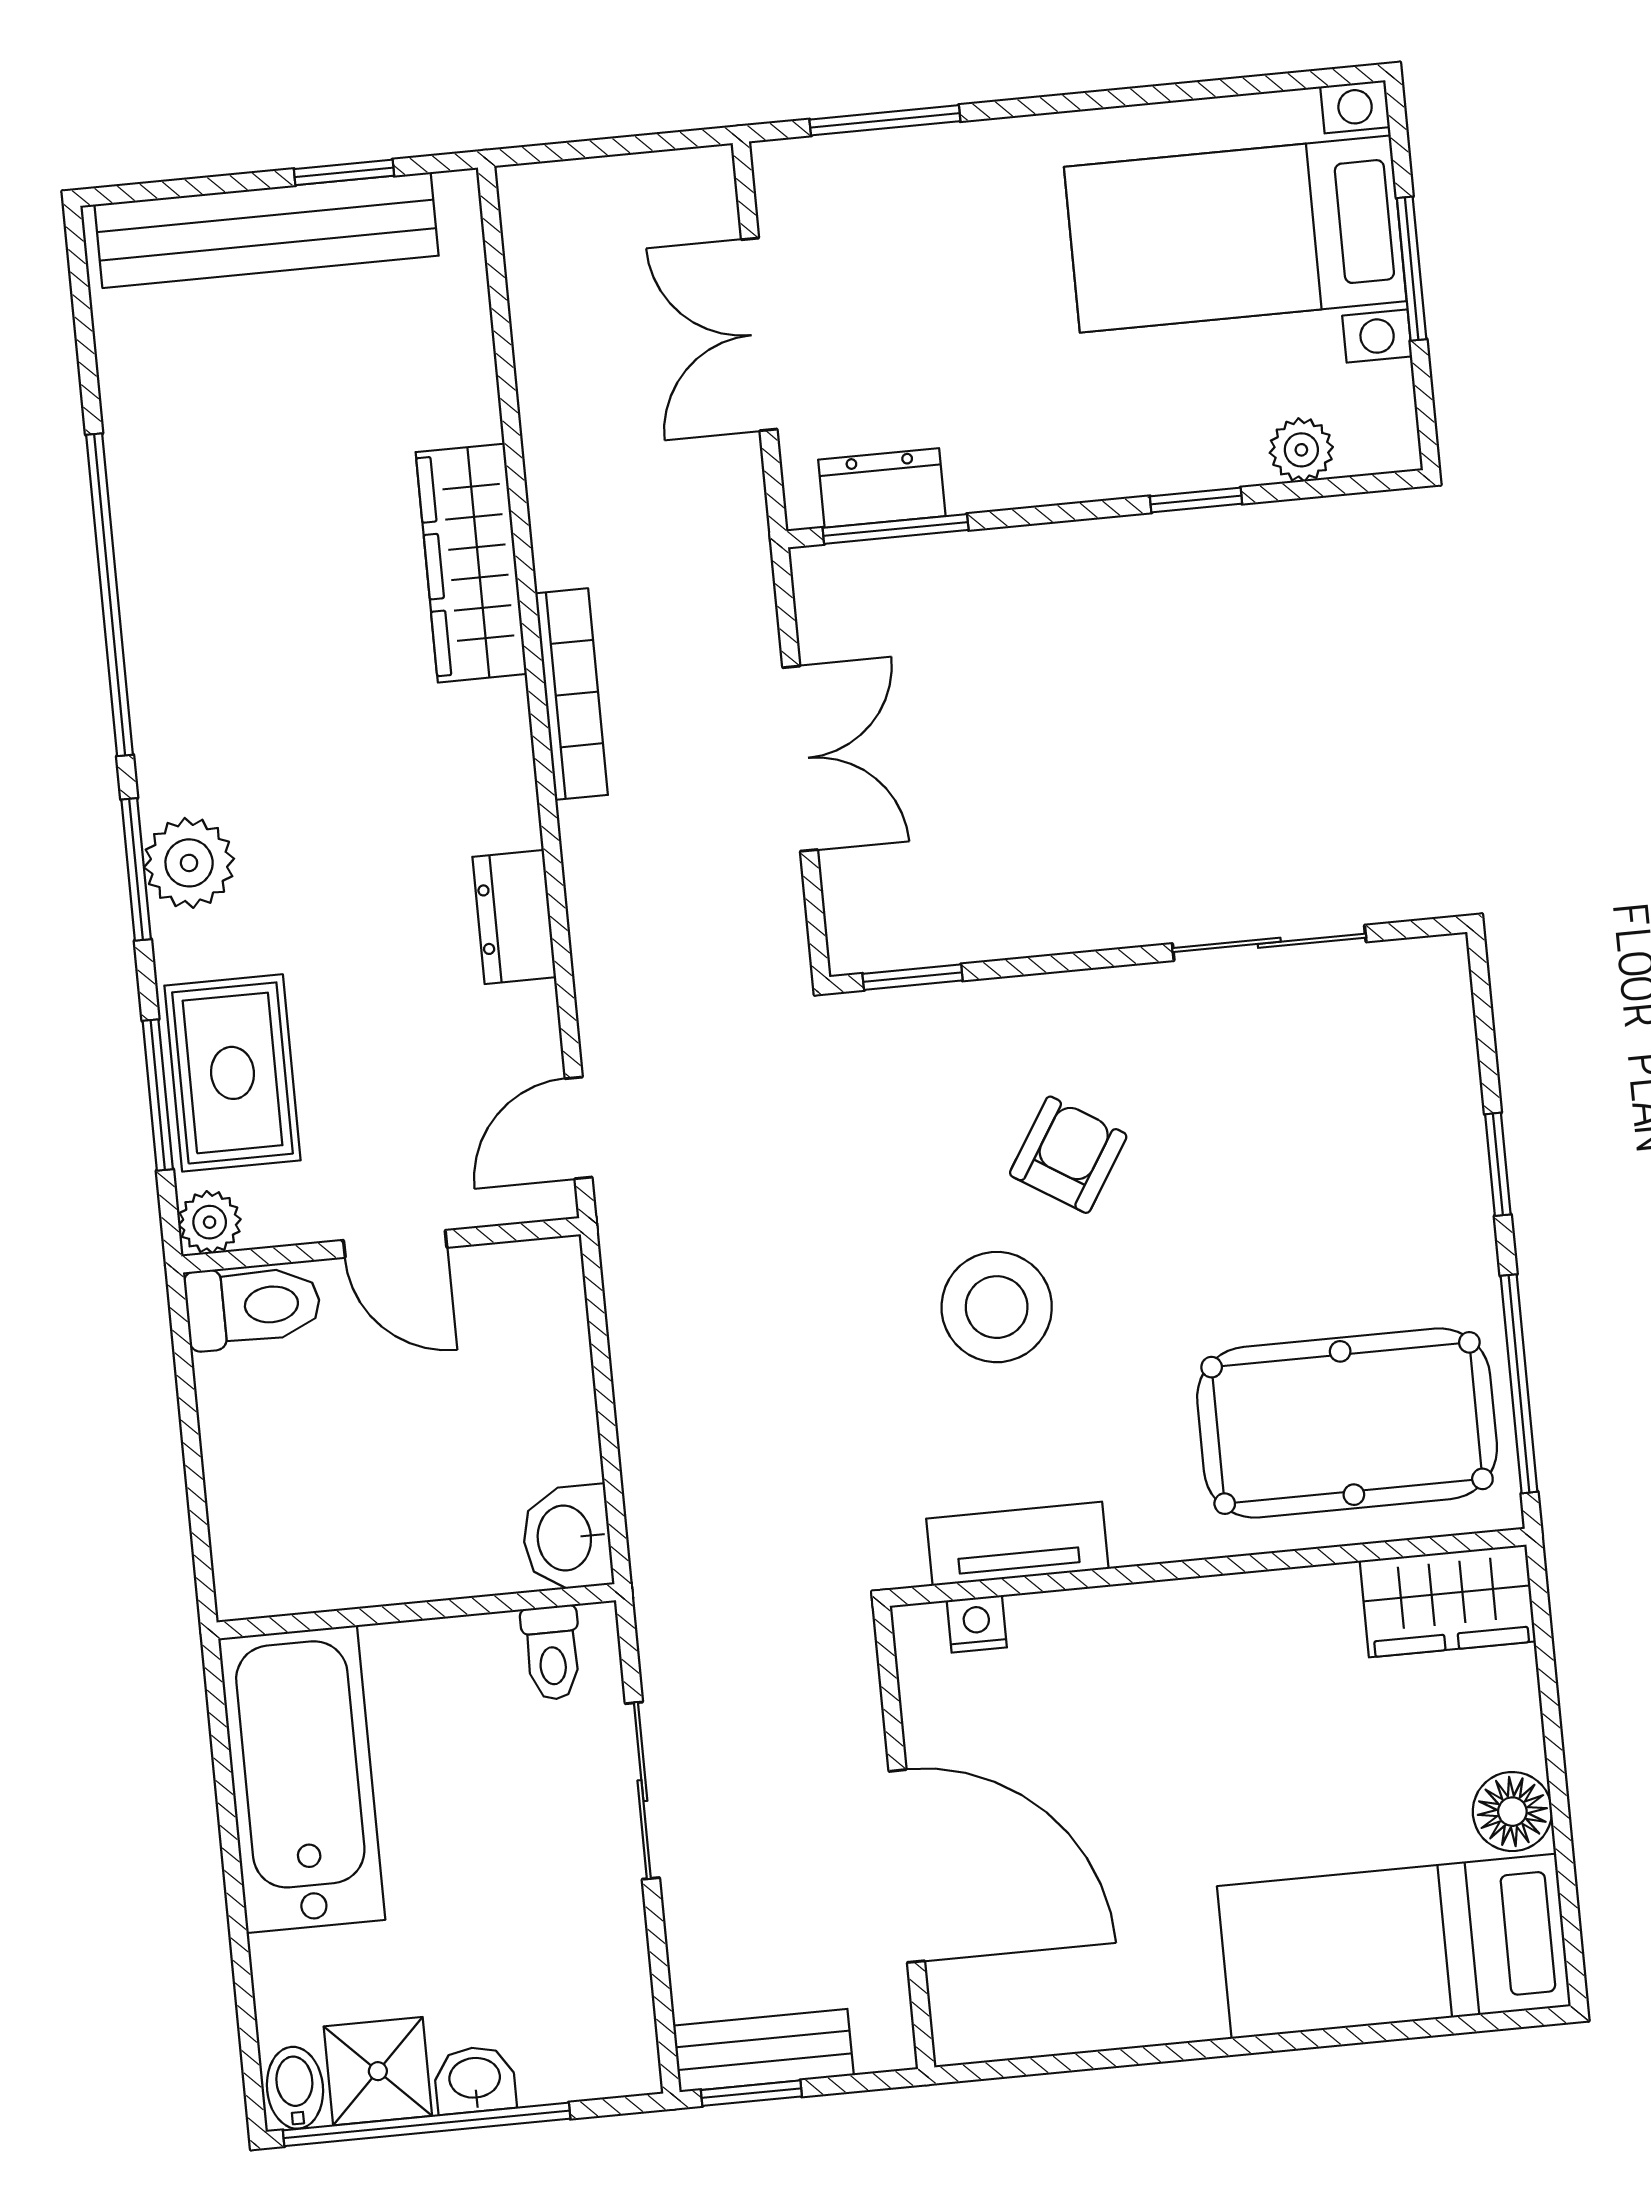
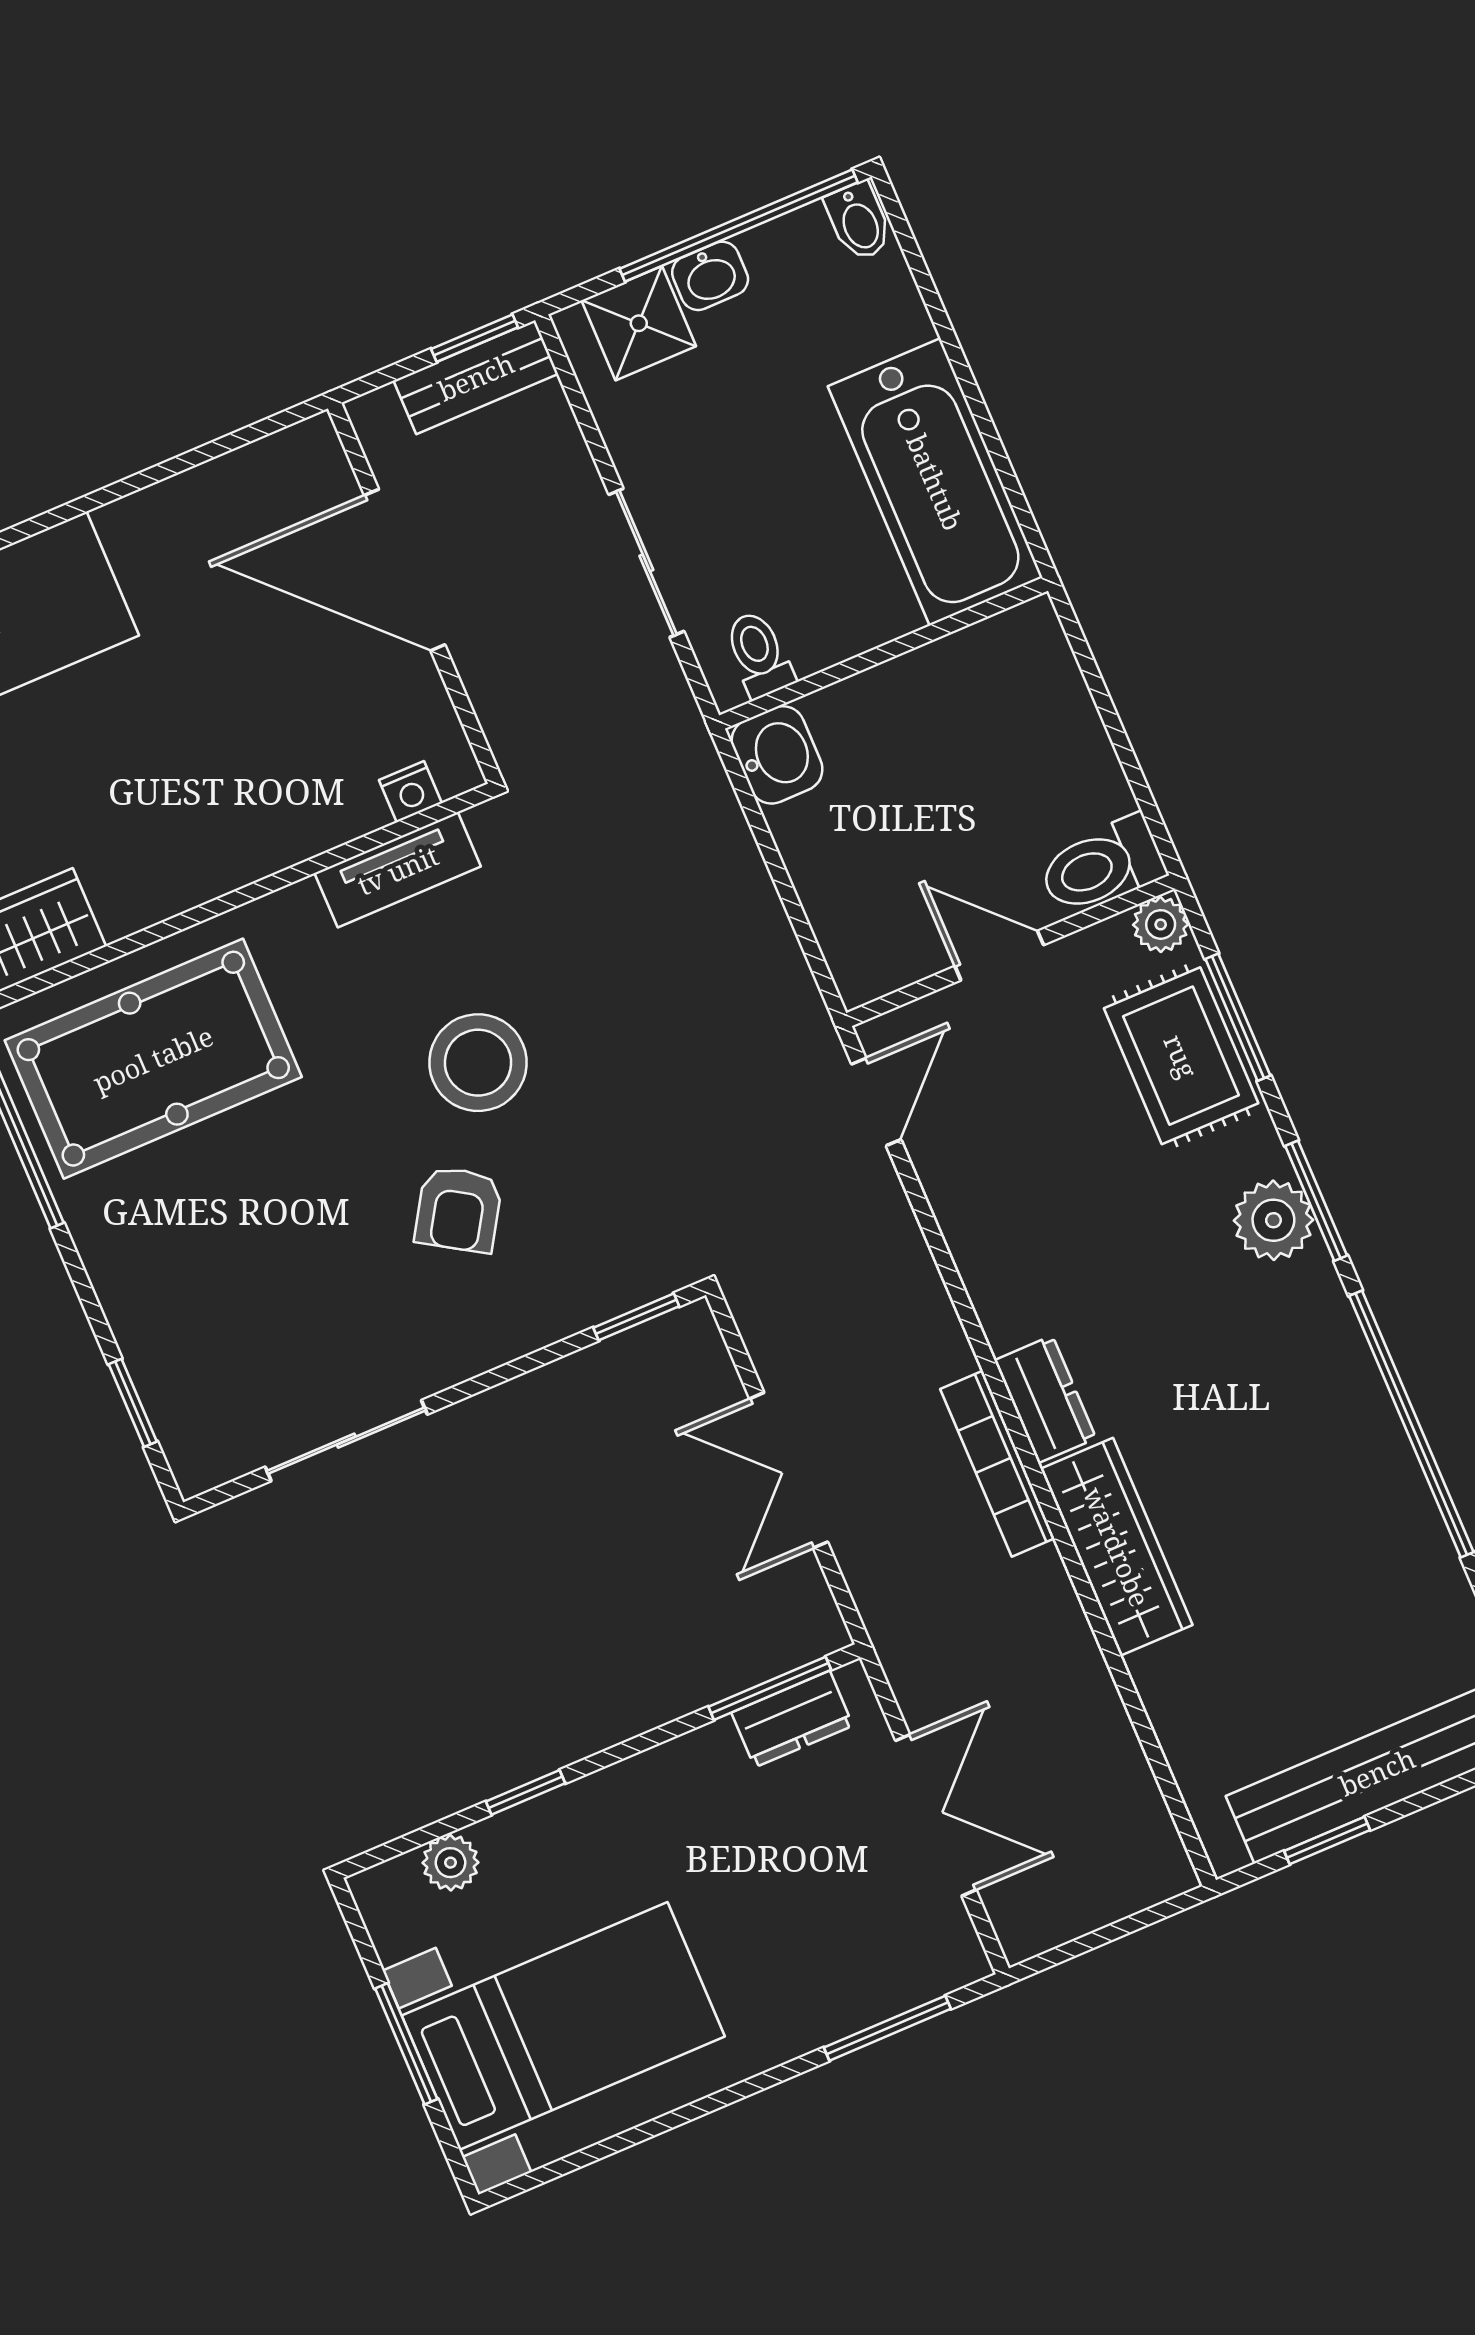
dresser: (514, 917) -> (1045, 1399), moved
window: (1498, 1164) -> (133, 1403), moved
shower: (378, 2071) -> (639, 323), moved

